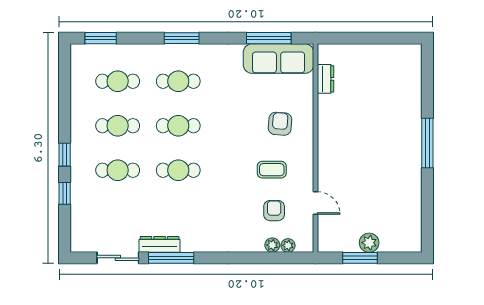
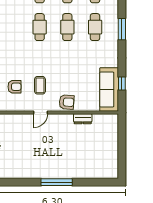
window: (269, 38) -> (122, 83), width x0.46
dresser: (326, 79) -> (83, 119), moved
armchair: (280, 124) -> (67, 102), moved
door: (316, 203) -> (41, 113), moved

